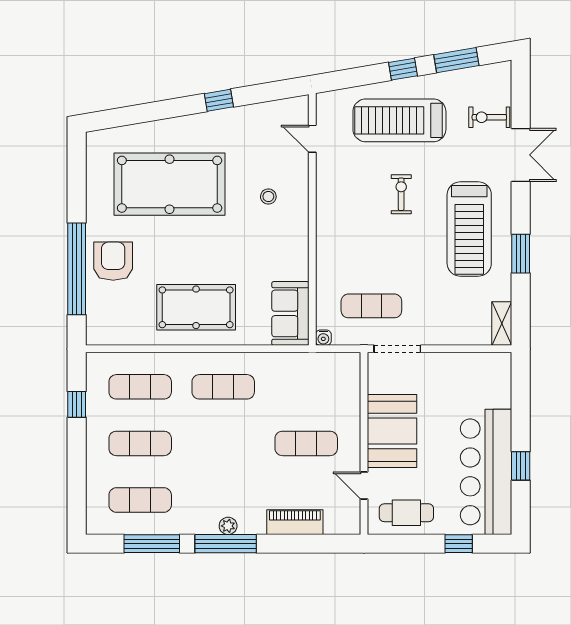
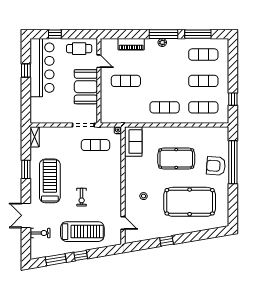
armchair: (113, 261) -> (216, 166), turned 94
pool table: (196, 307) -> (176, 159), moved

